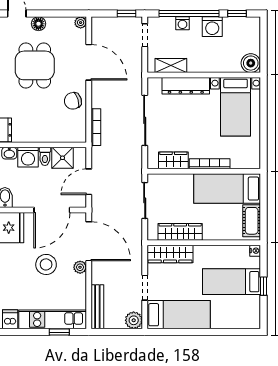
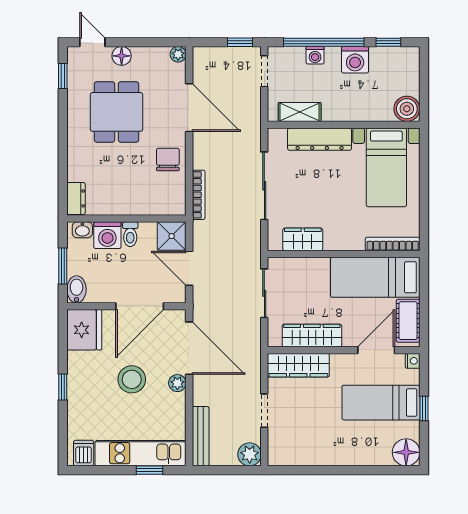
chair: (73, 101) -> (168, 160), turned 107
shower: (63, 158) -> (172, 236), moved
bookcase: (210, 164) -> (393, 244), moved
door: (89, 182) -> (189, 268), hinge flipped
door: (228, 243) -> (376, 350), added
bed: (179, 315) -> (310, 447), removed
floor lamp: (250, 319) -> (406, 452), added

